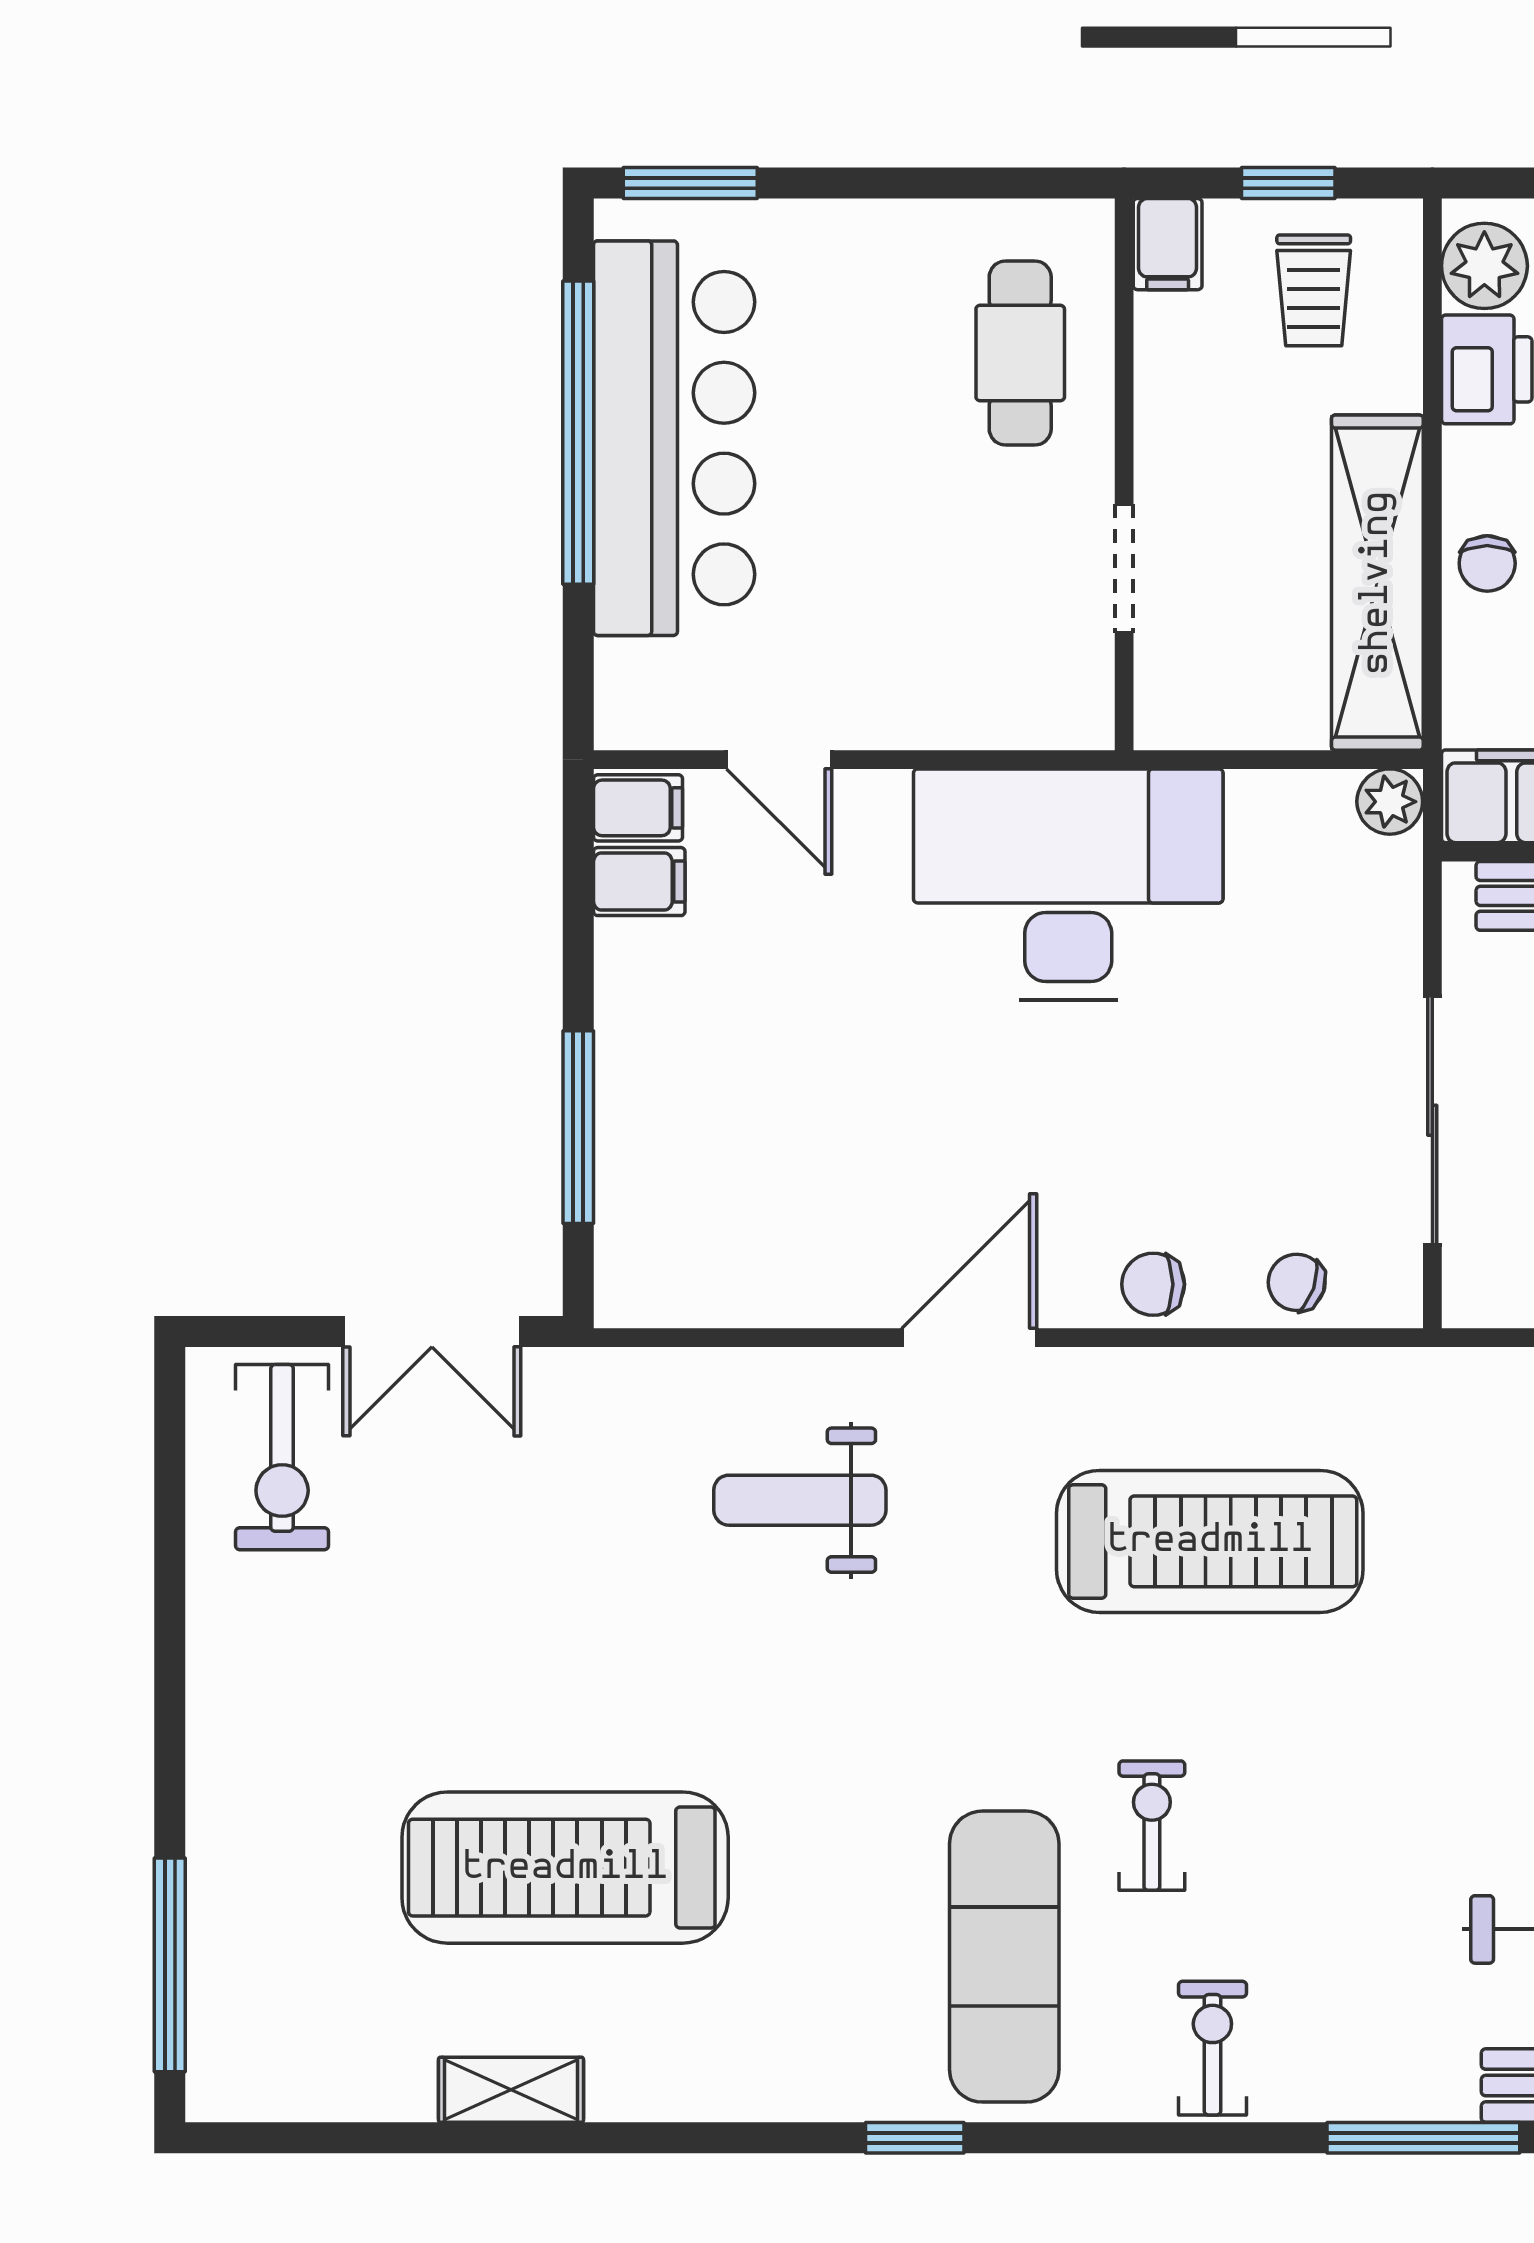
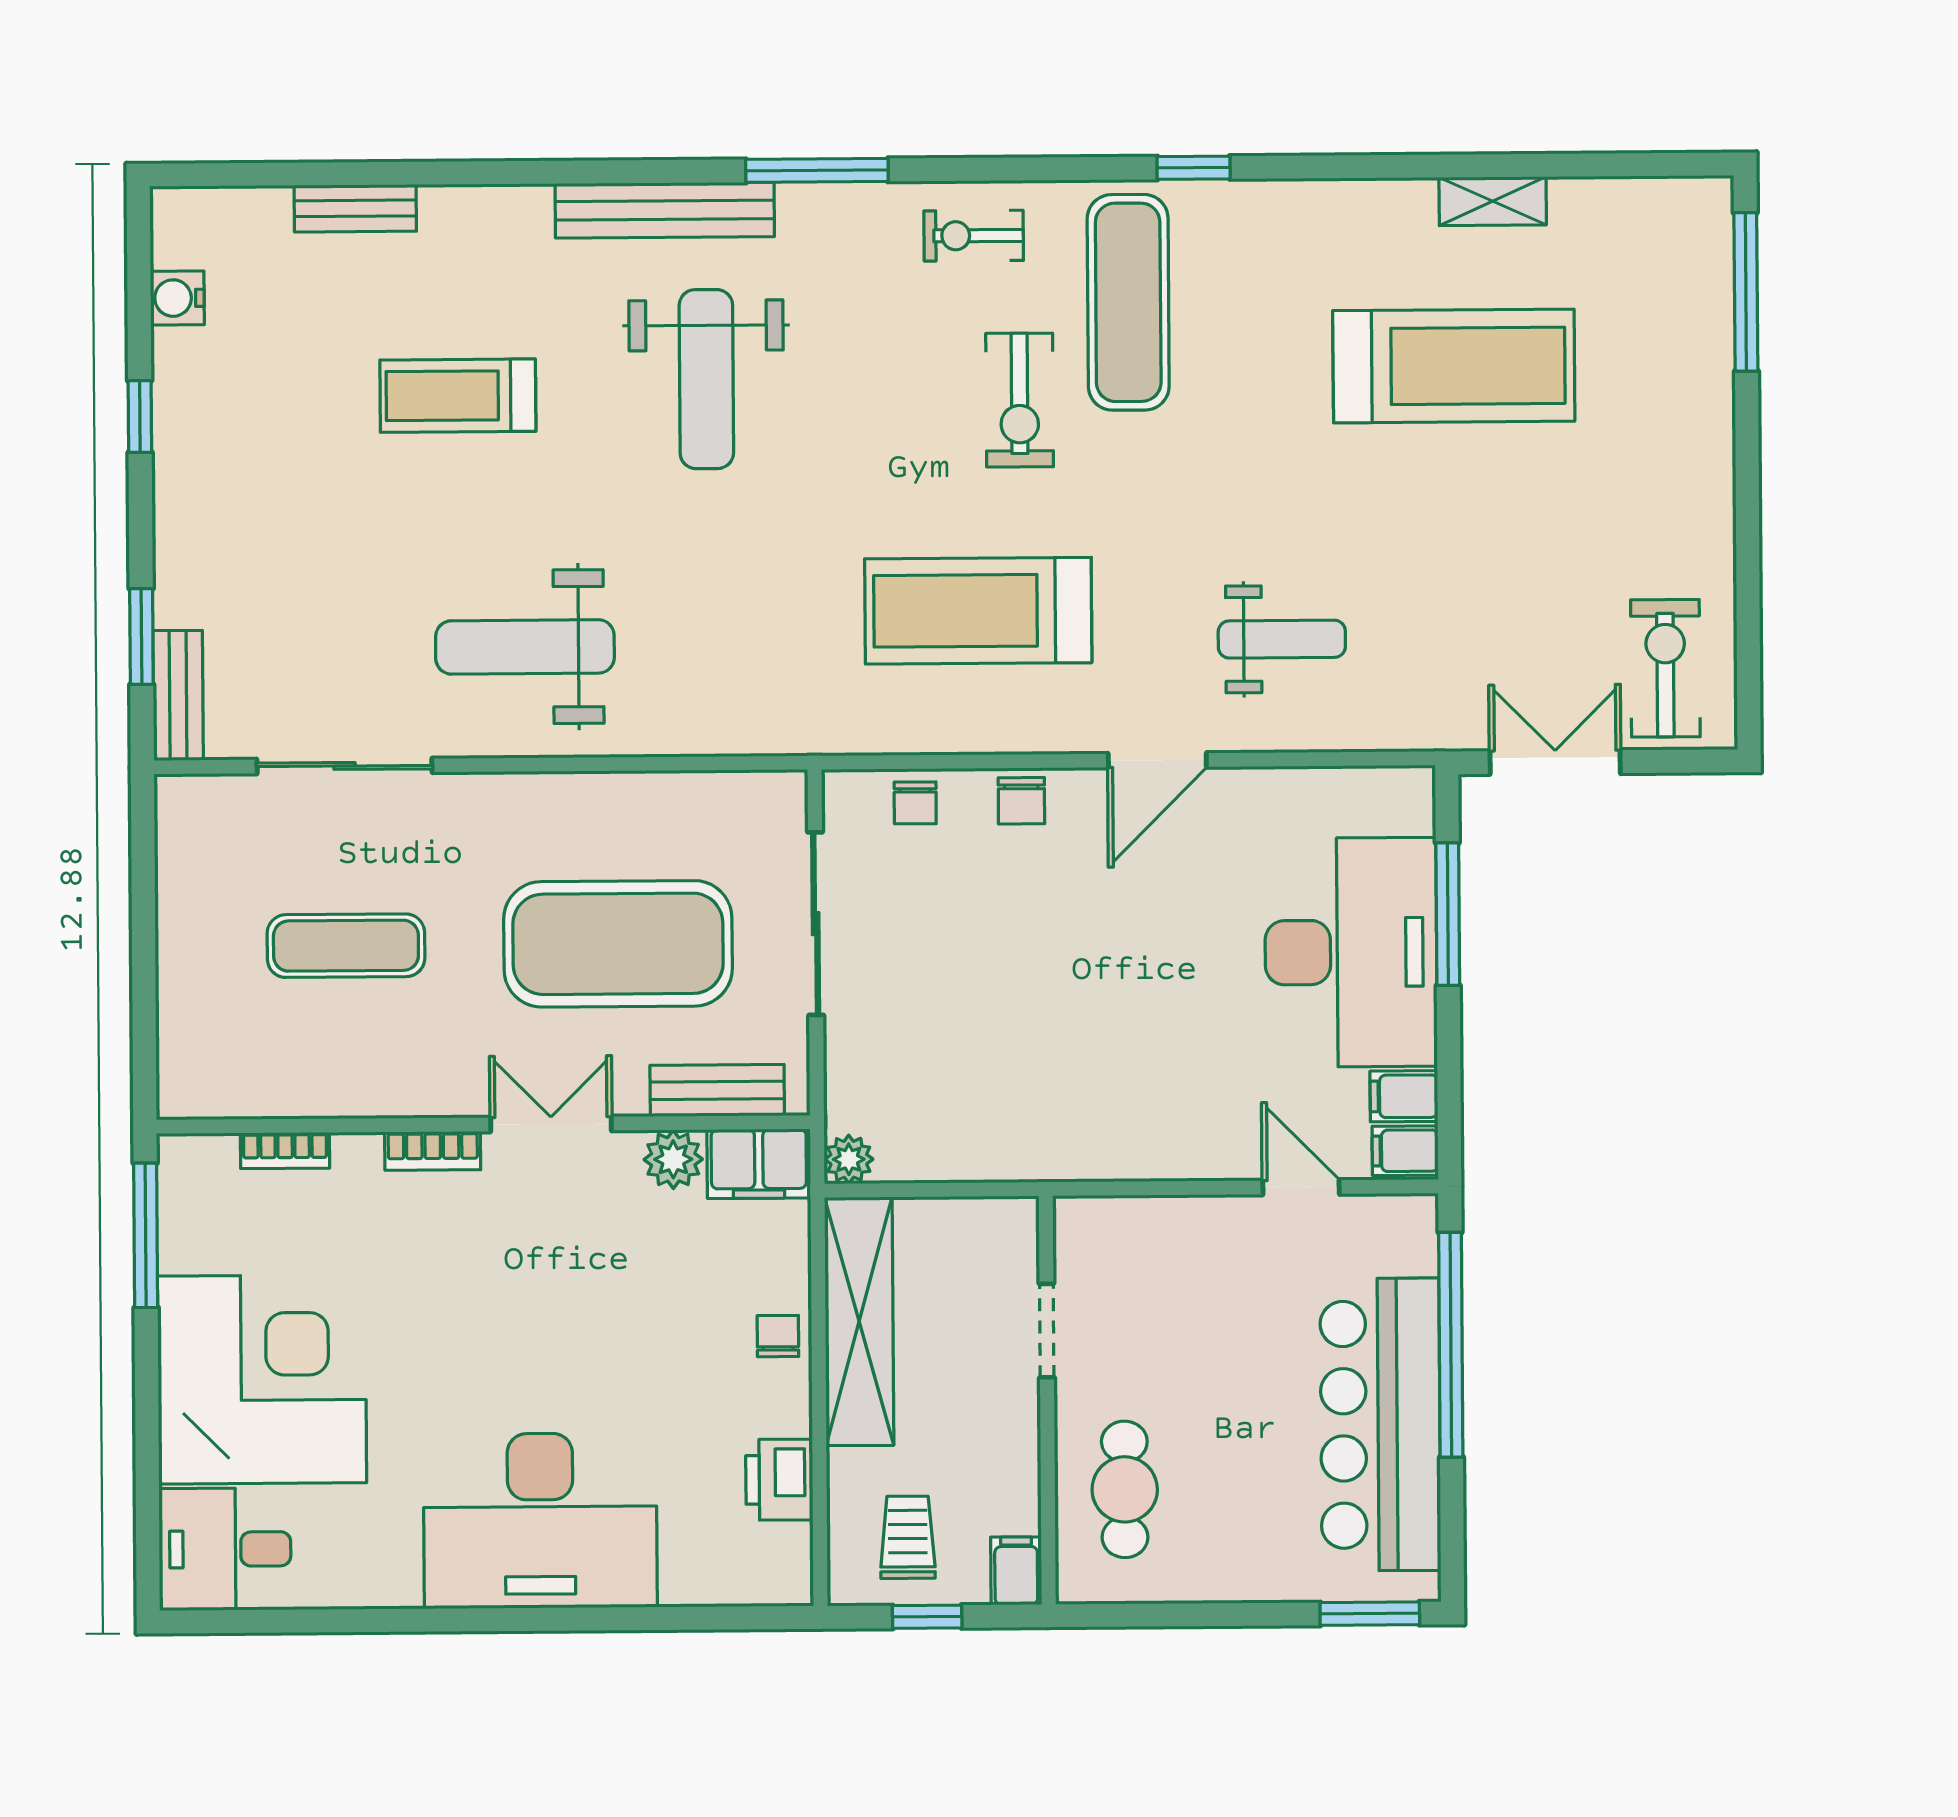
plant: (1484, 266) -> (781, 1556), removed
window: (578, 433) -> (1451, 1345), moved
desk: (1068, 885) -> (1351, 952), moved, turned -90
chair: (1297, 1282) -> (915, 803), turned 71
chair: (1153, 1284) -> (1021, 801), turned 90
exercise bike: (1152, 1826) -> (1020, 400), width x1.38, depth x1.39
exercise bike: (1212, 2048) -> (974, 236), turned 90

